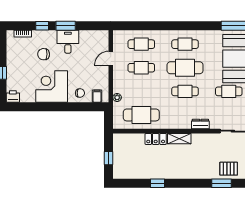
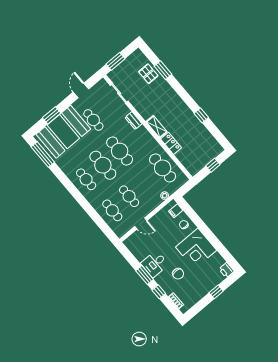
cafe table: (185, 91) -> (120, 151), width x1.37, depth x1.35

